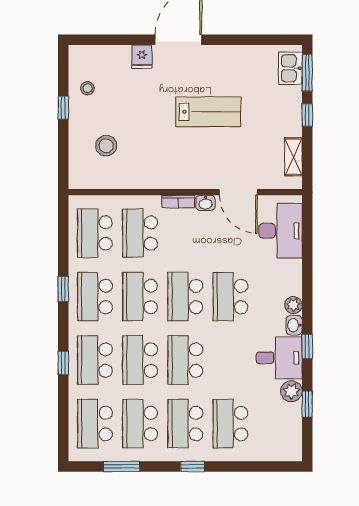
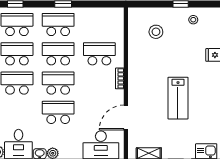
washbasin: (206, 203) -> (119, 96), removed
school desk: (95, 233) -> (99, 25), removed

